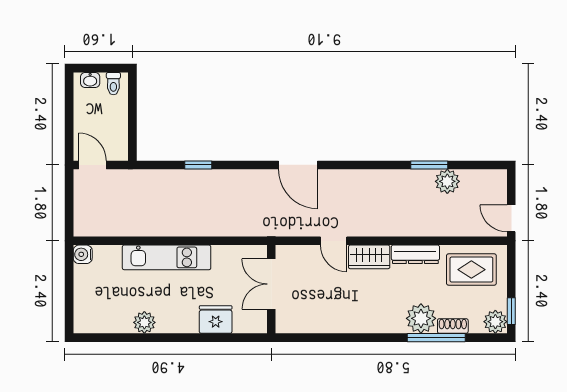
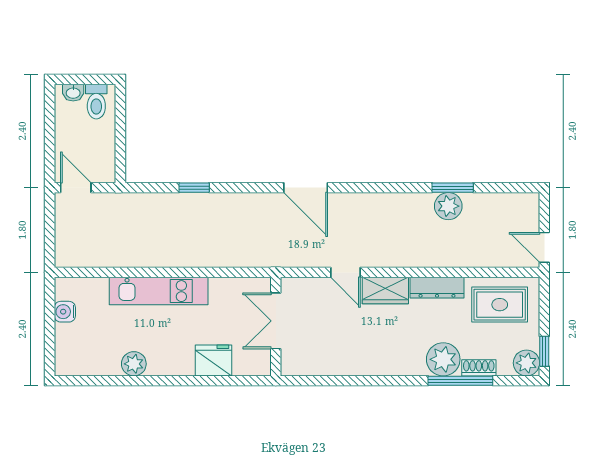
toilet: (113, 84) -> (96, 102), width x1.37, depth x1.39
plant: (447, 181) -> (448, 206), moved
water cooler: (83, 254) -> (65, 312), moved

